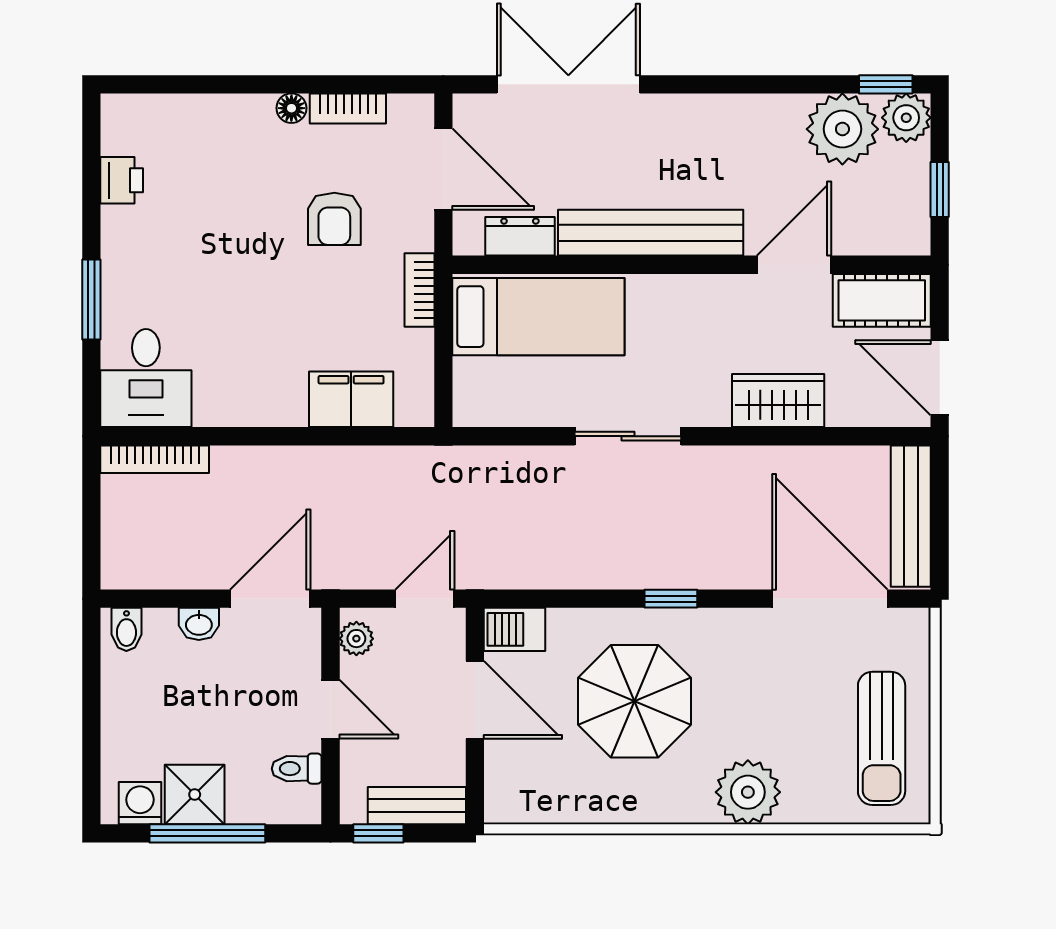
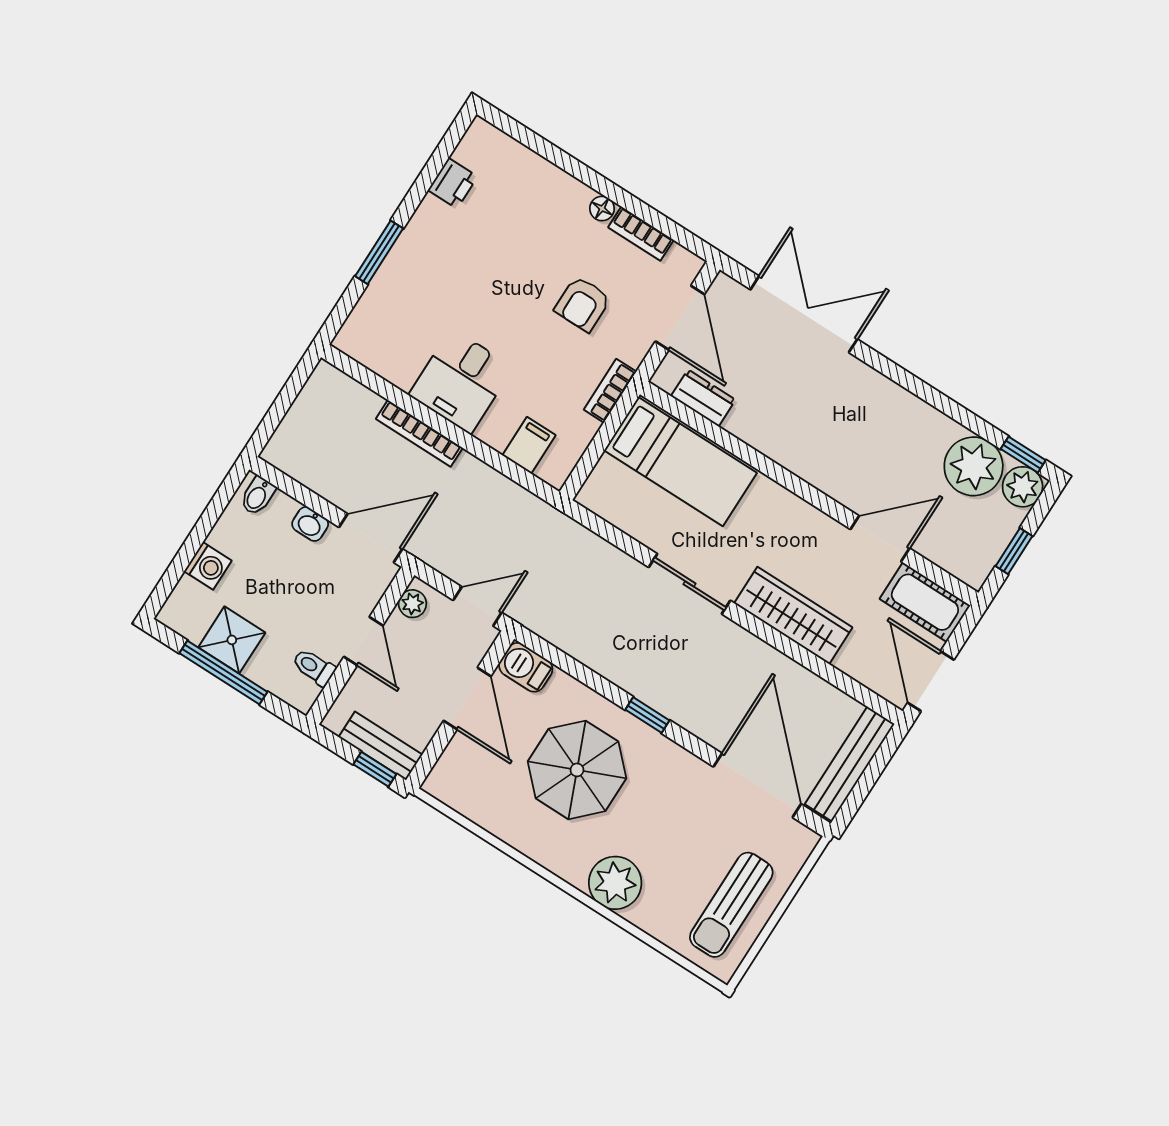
bench: (651, 233) -> (795, 453), removed
desk: (146, 378) -> (461, 381), moved
filing cabinet: (351, 399) -> (529, 445), width x0.50
wardrobe: (778, 401) -> (793, 615), width x1.50
bookcase: (155, 459) -> (419, 433), moved
washing machine: (140, 803) -> (208, 566), moved, turned 90
window: (378, 833) -> (375, 769), moved

